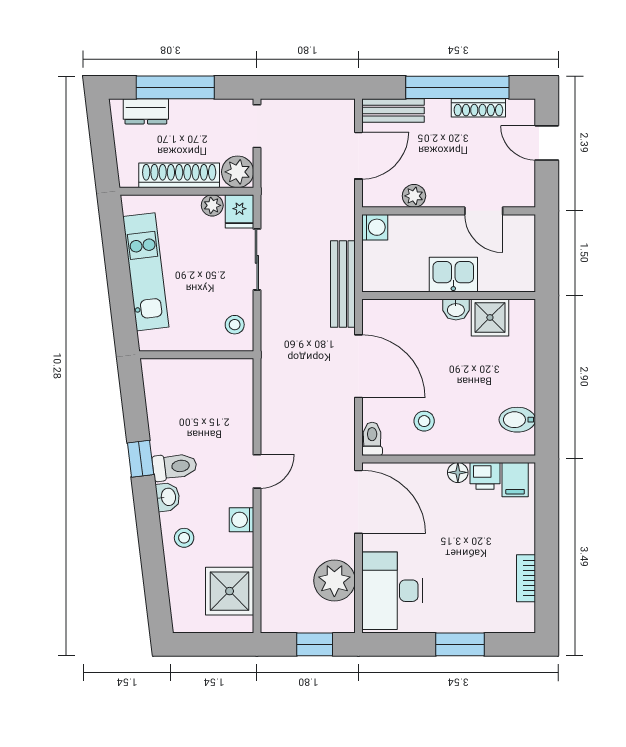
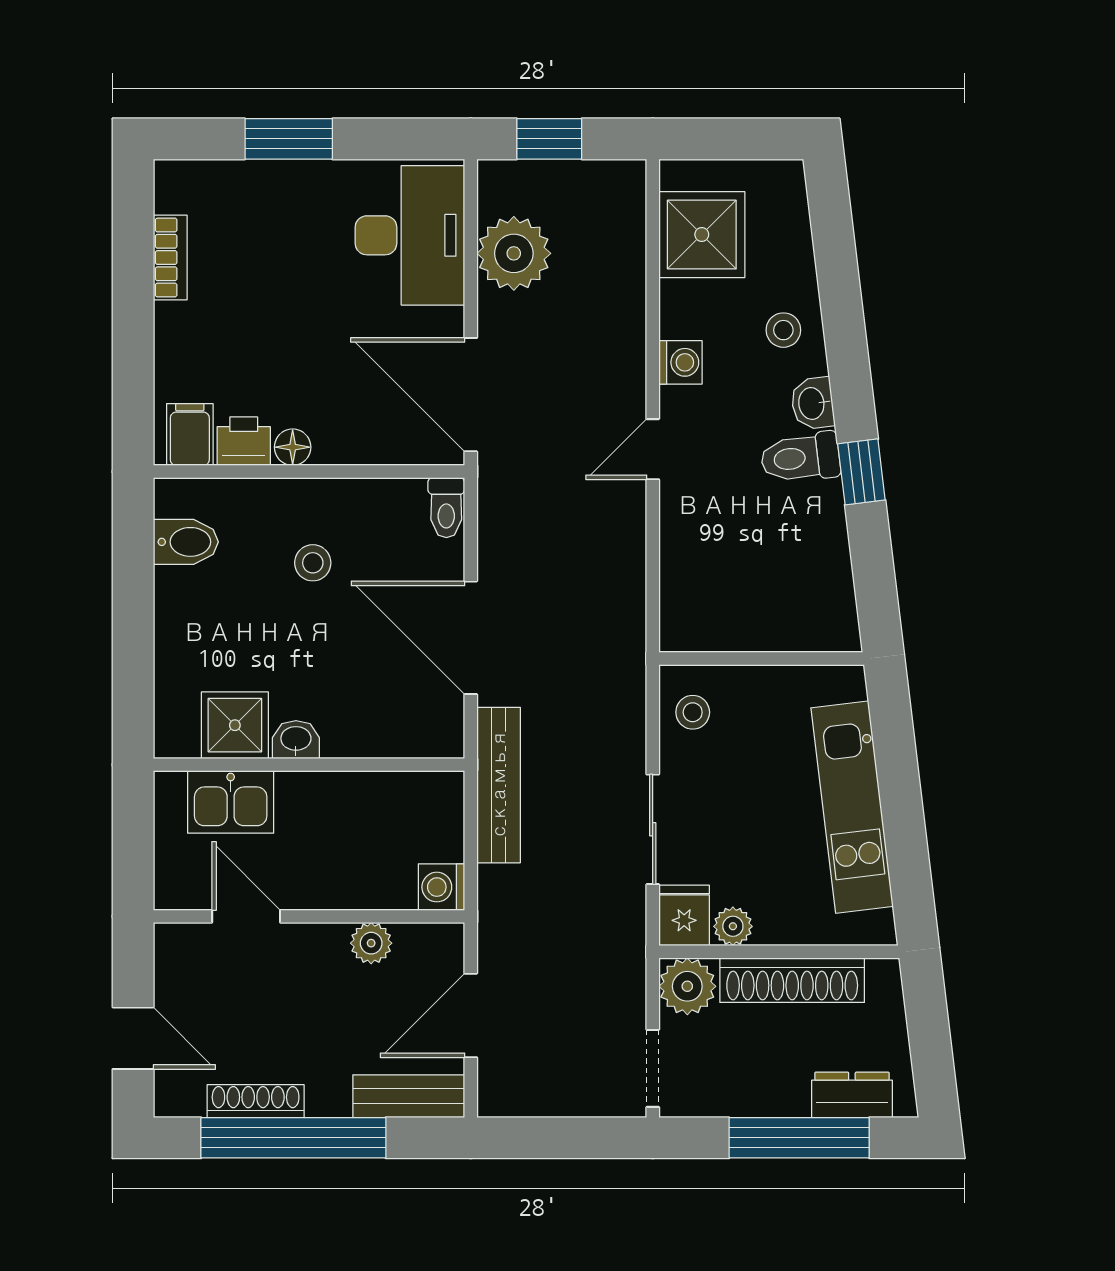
kitchen sink: (453, 275) -> (231, 802), moved
stool: (424, 421) -> (313, 563), moved

